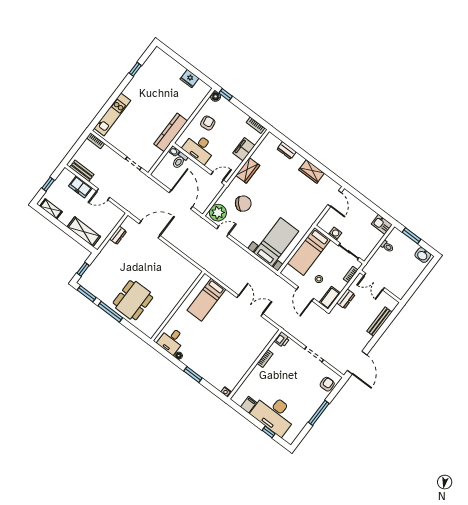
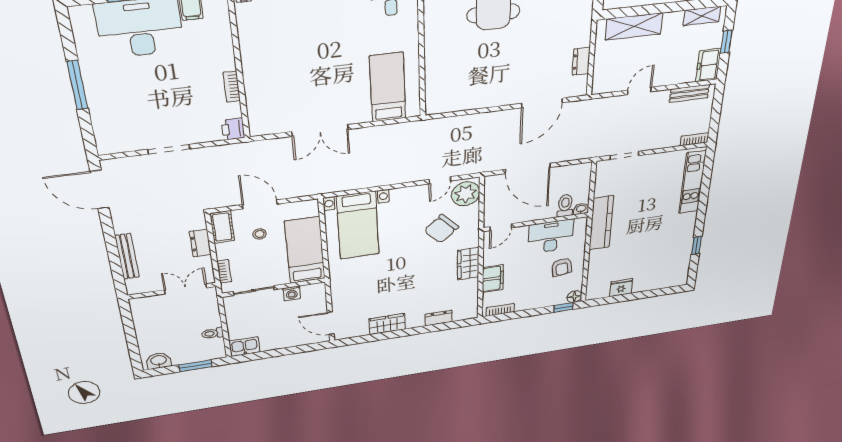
freezer: (80, 187) -> (708, 65), moved, turned -90
armchair: (327, 384) -> (109, 130), removed

